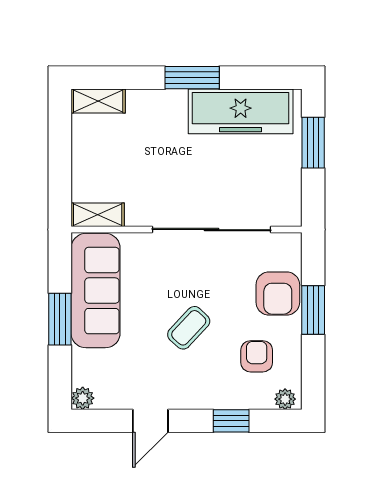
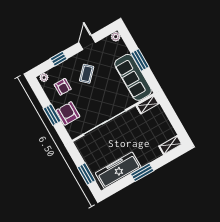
coffee table: (189, 328) -> (87, 74), moved

